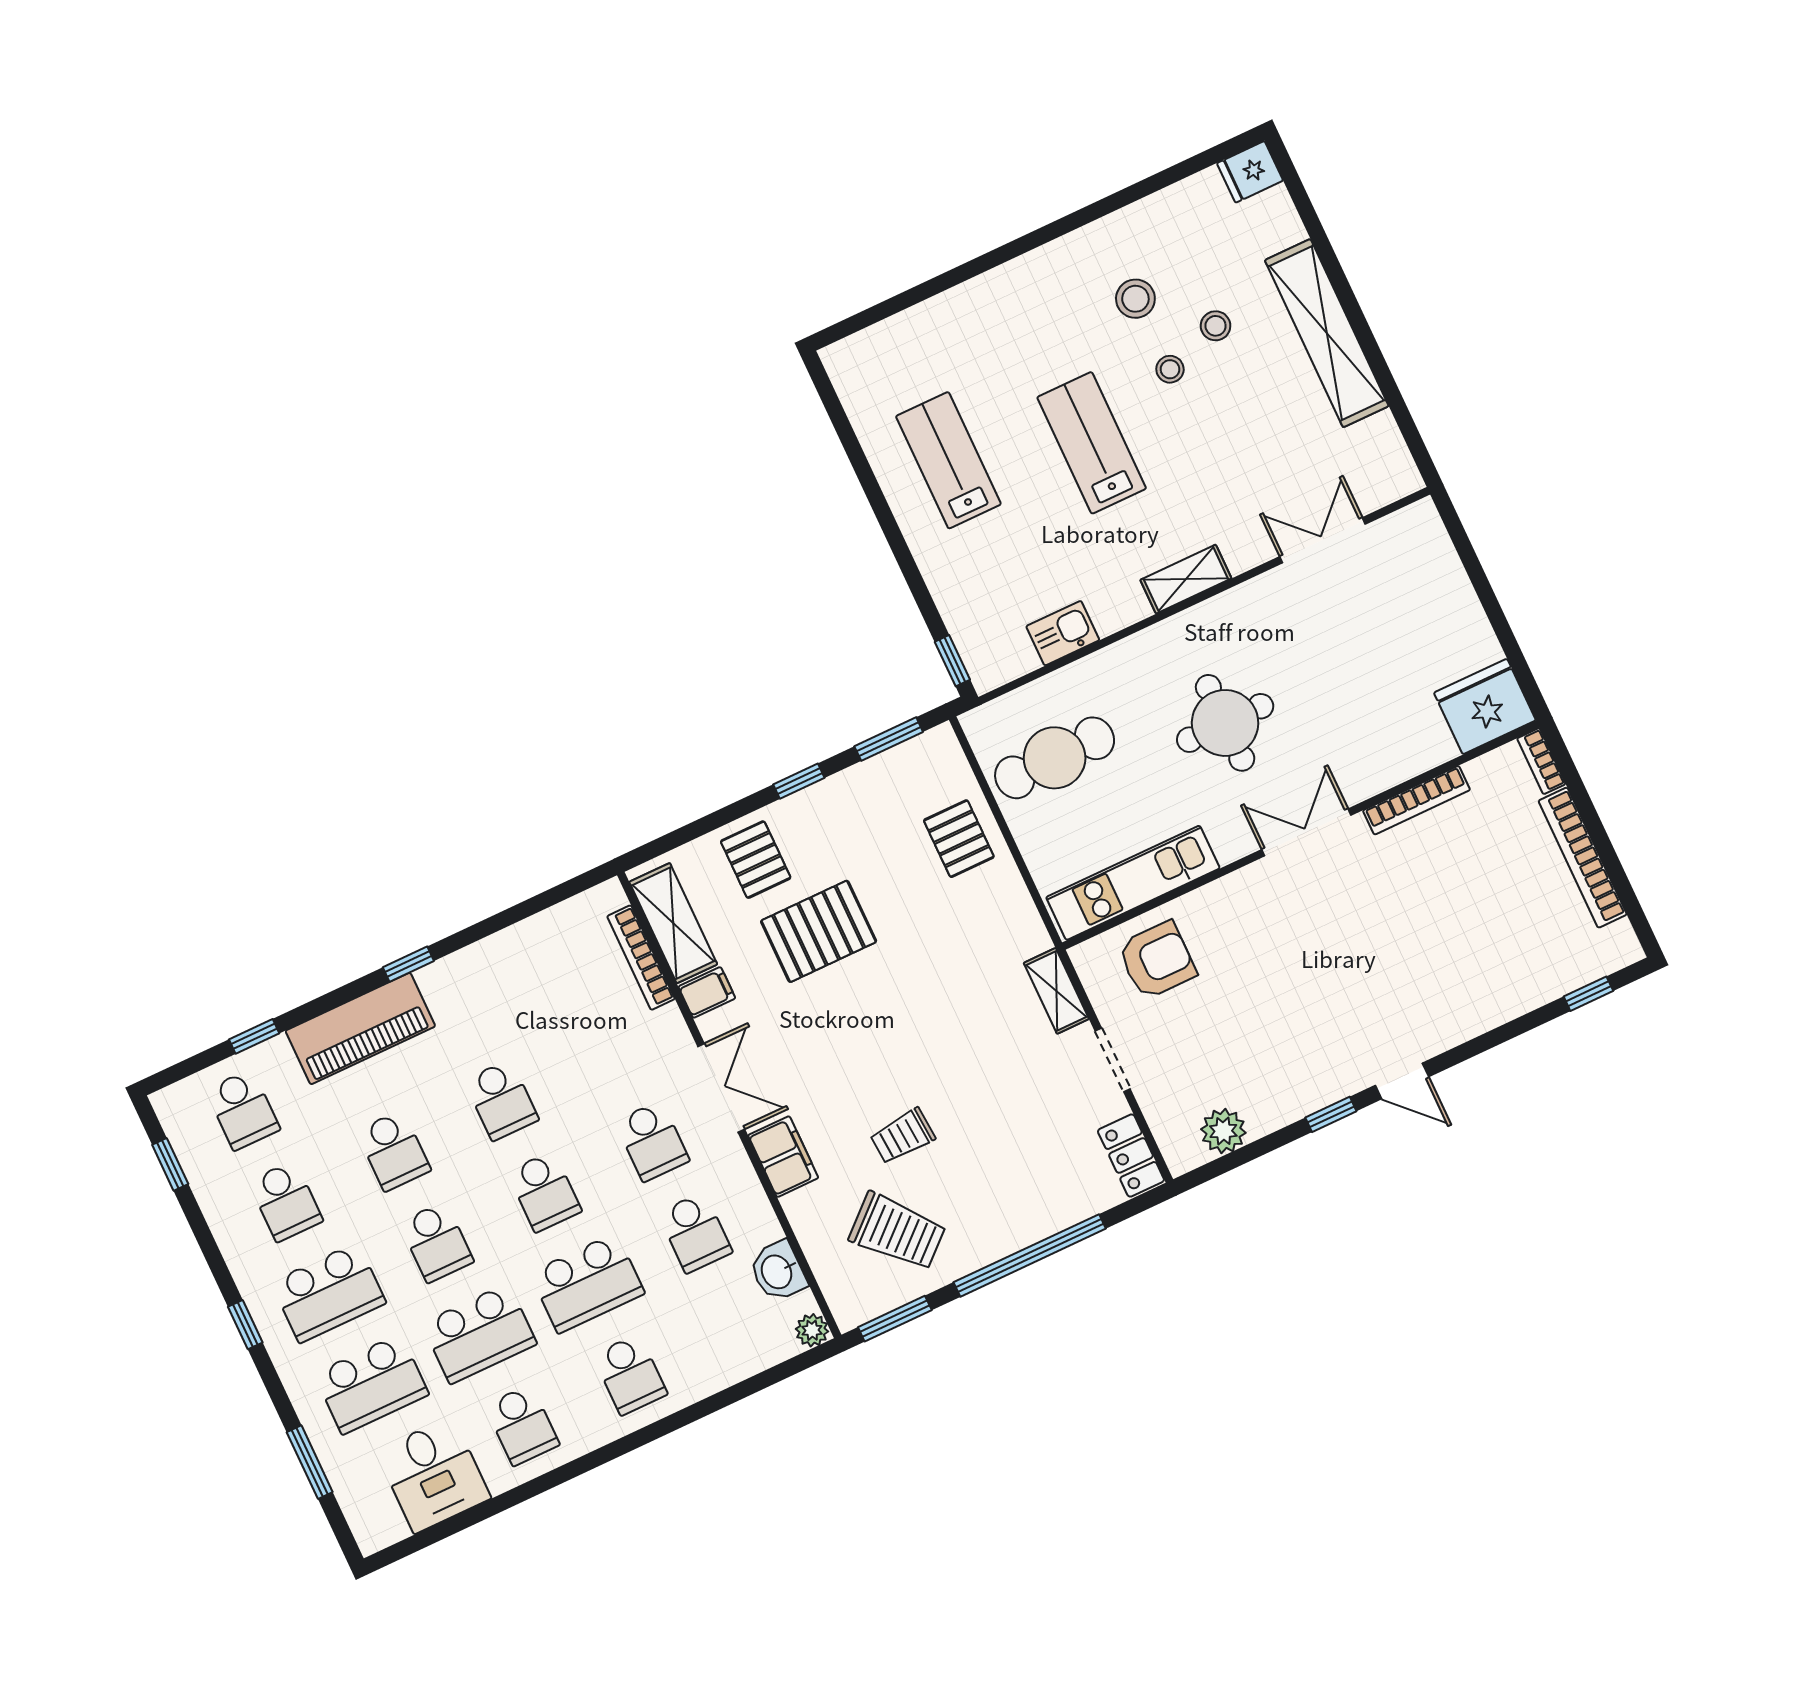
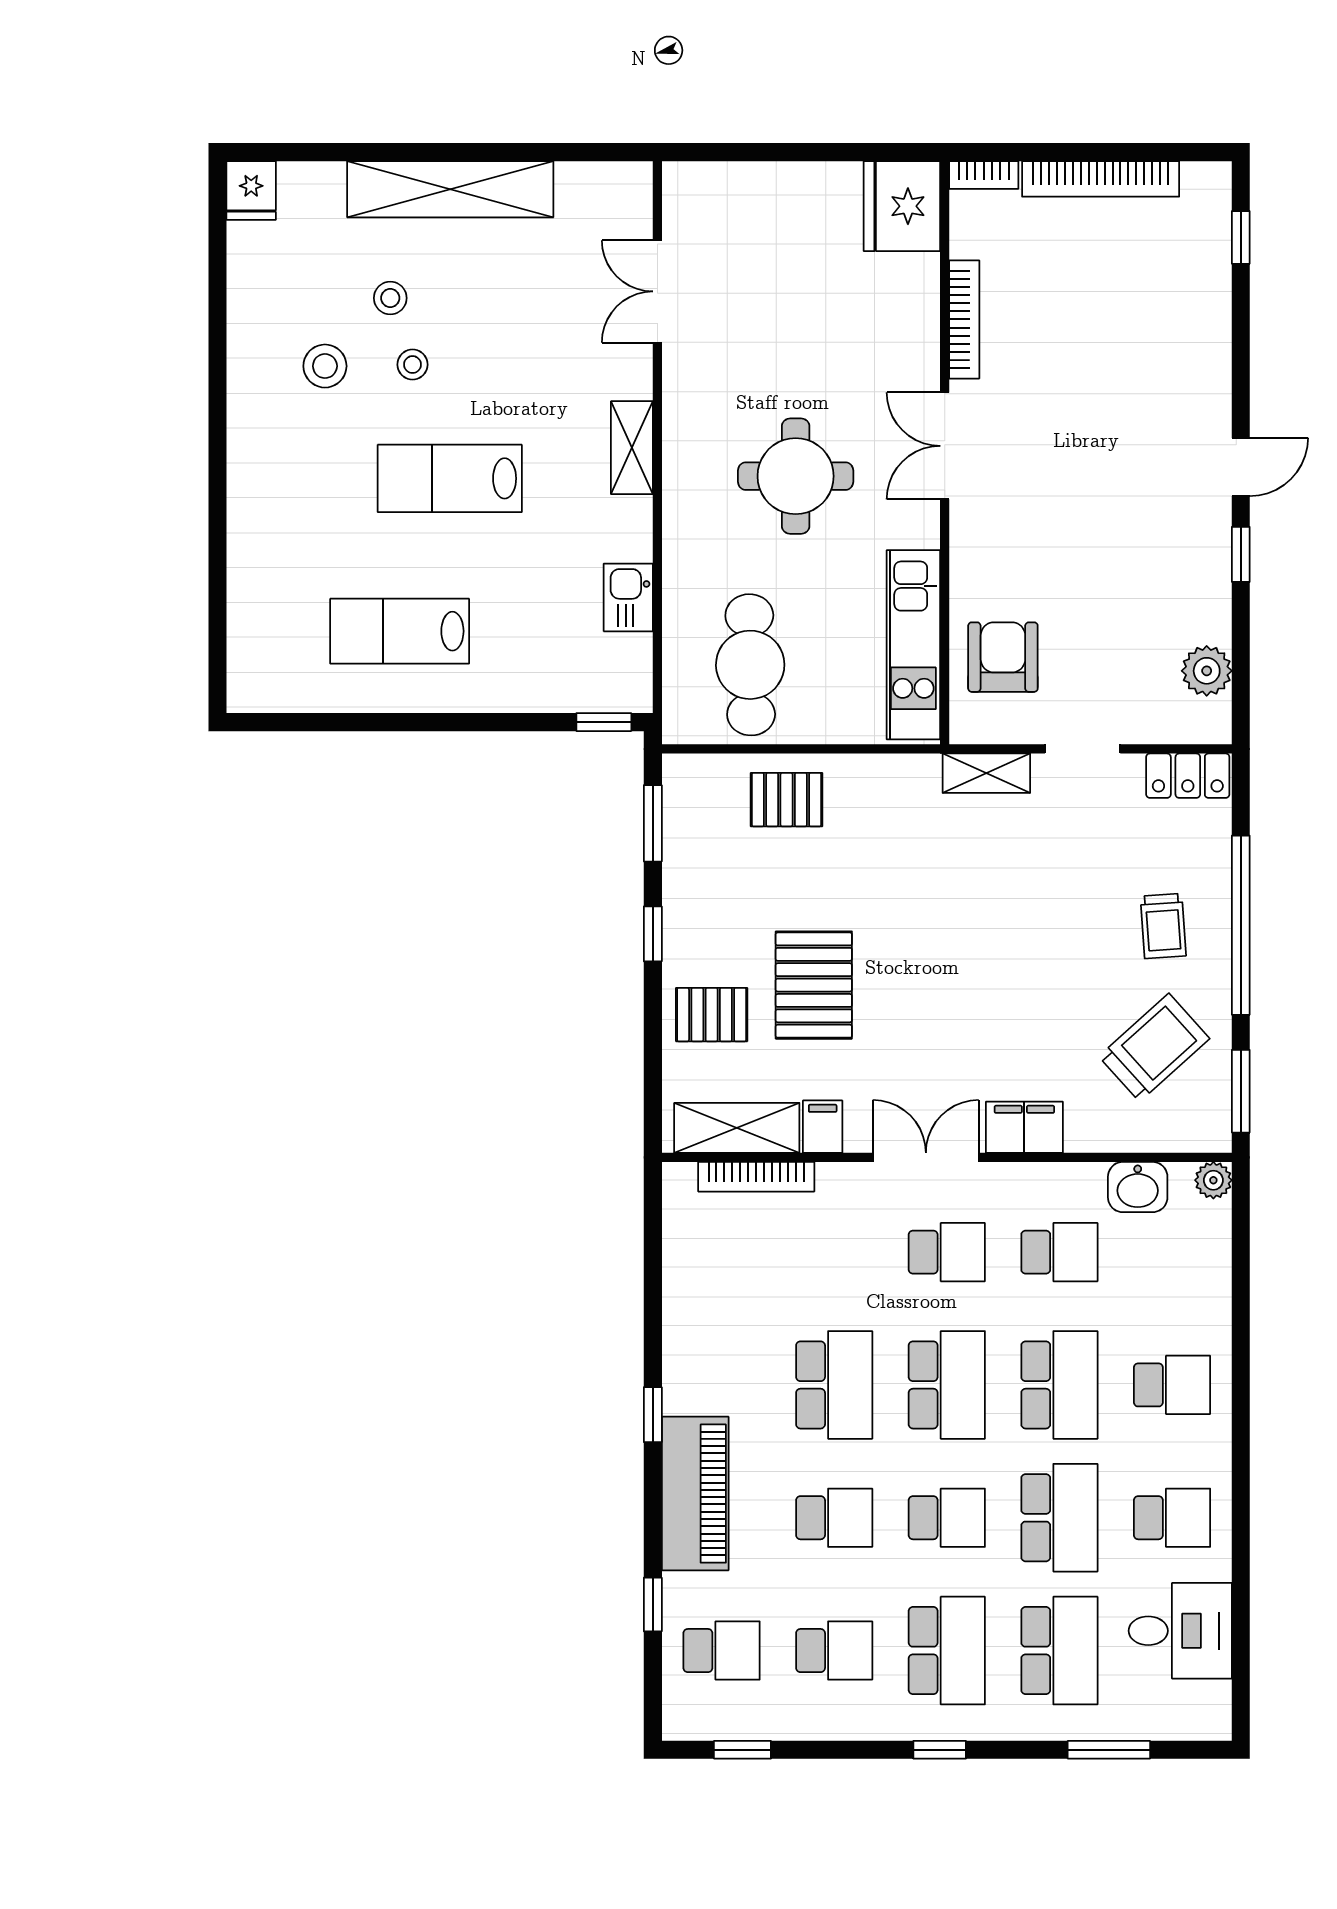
school desk: (501, 1100) -> (834, 1385), width x1.85
trolley: (903, 1136) -> (1163, 926), moved
school desk: (544, 1192) -> (947, 1385), width x1.85

